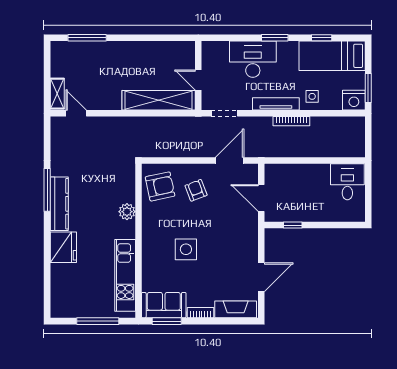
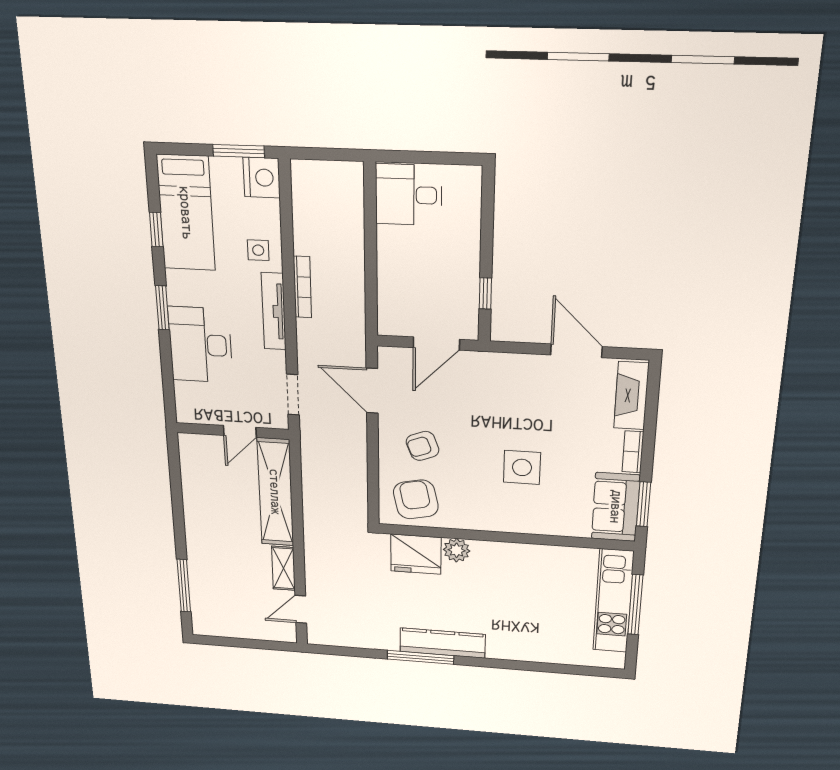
shelving: (57, 94) -> (283, 568), moved, turned 90
fridge: (63, 247) -> (416, 554), moved, turned 180
kitchen unit: (125, 275) -> (613, 601), moved, turned 90

